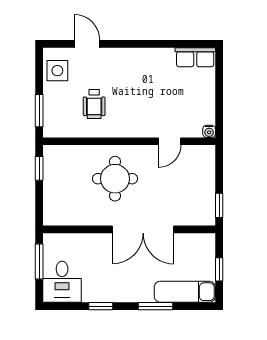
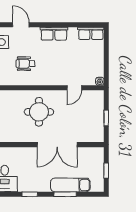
row of seats: (138, 58) -> (54, 34), added
wheelchair: (94, 104) -> (25, 64), turned 90
window: (219, 205) -> (106, 118), moved
exam couch: (185, 292) -> (70, 185), moved

